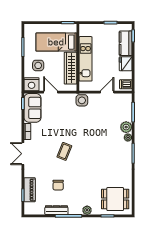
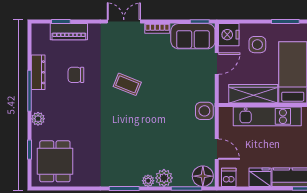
floor lamp: (125, 101) -> (203, 176), added

